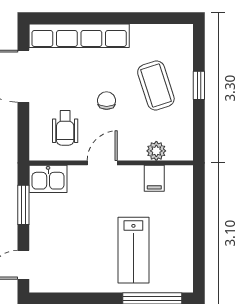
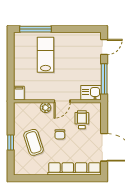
plant: (156, 151) -> (46, 108), moved
filing cabinet: (154, 178) -> (19, 93), moved
window: (23, 205) -> (104, 79), width x1.44

